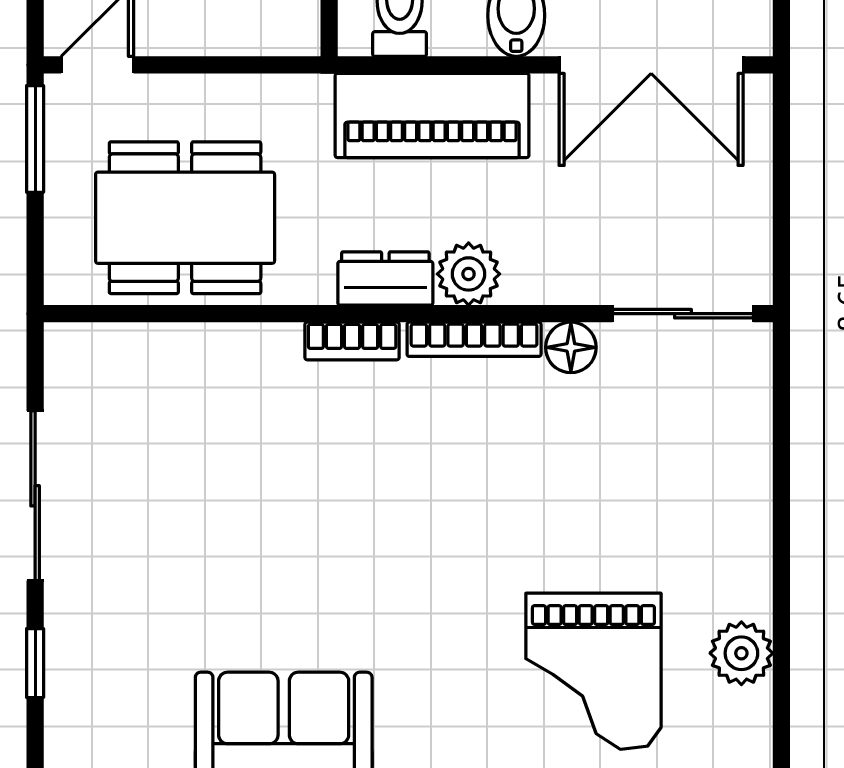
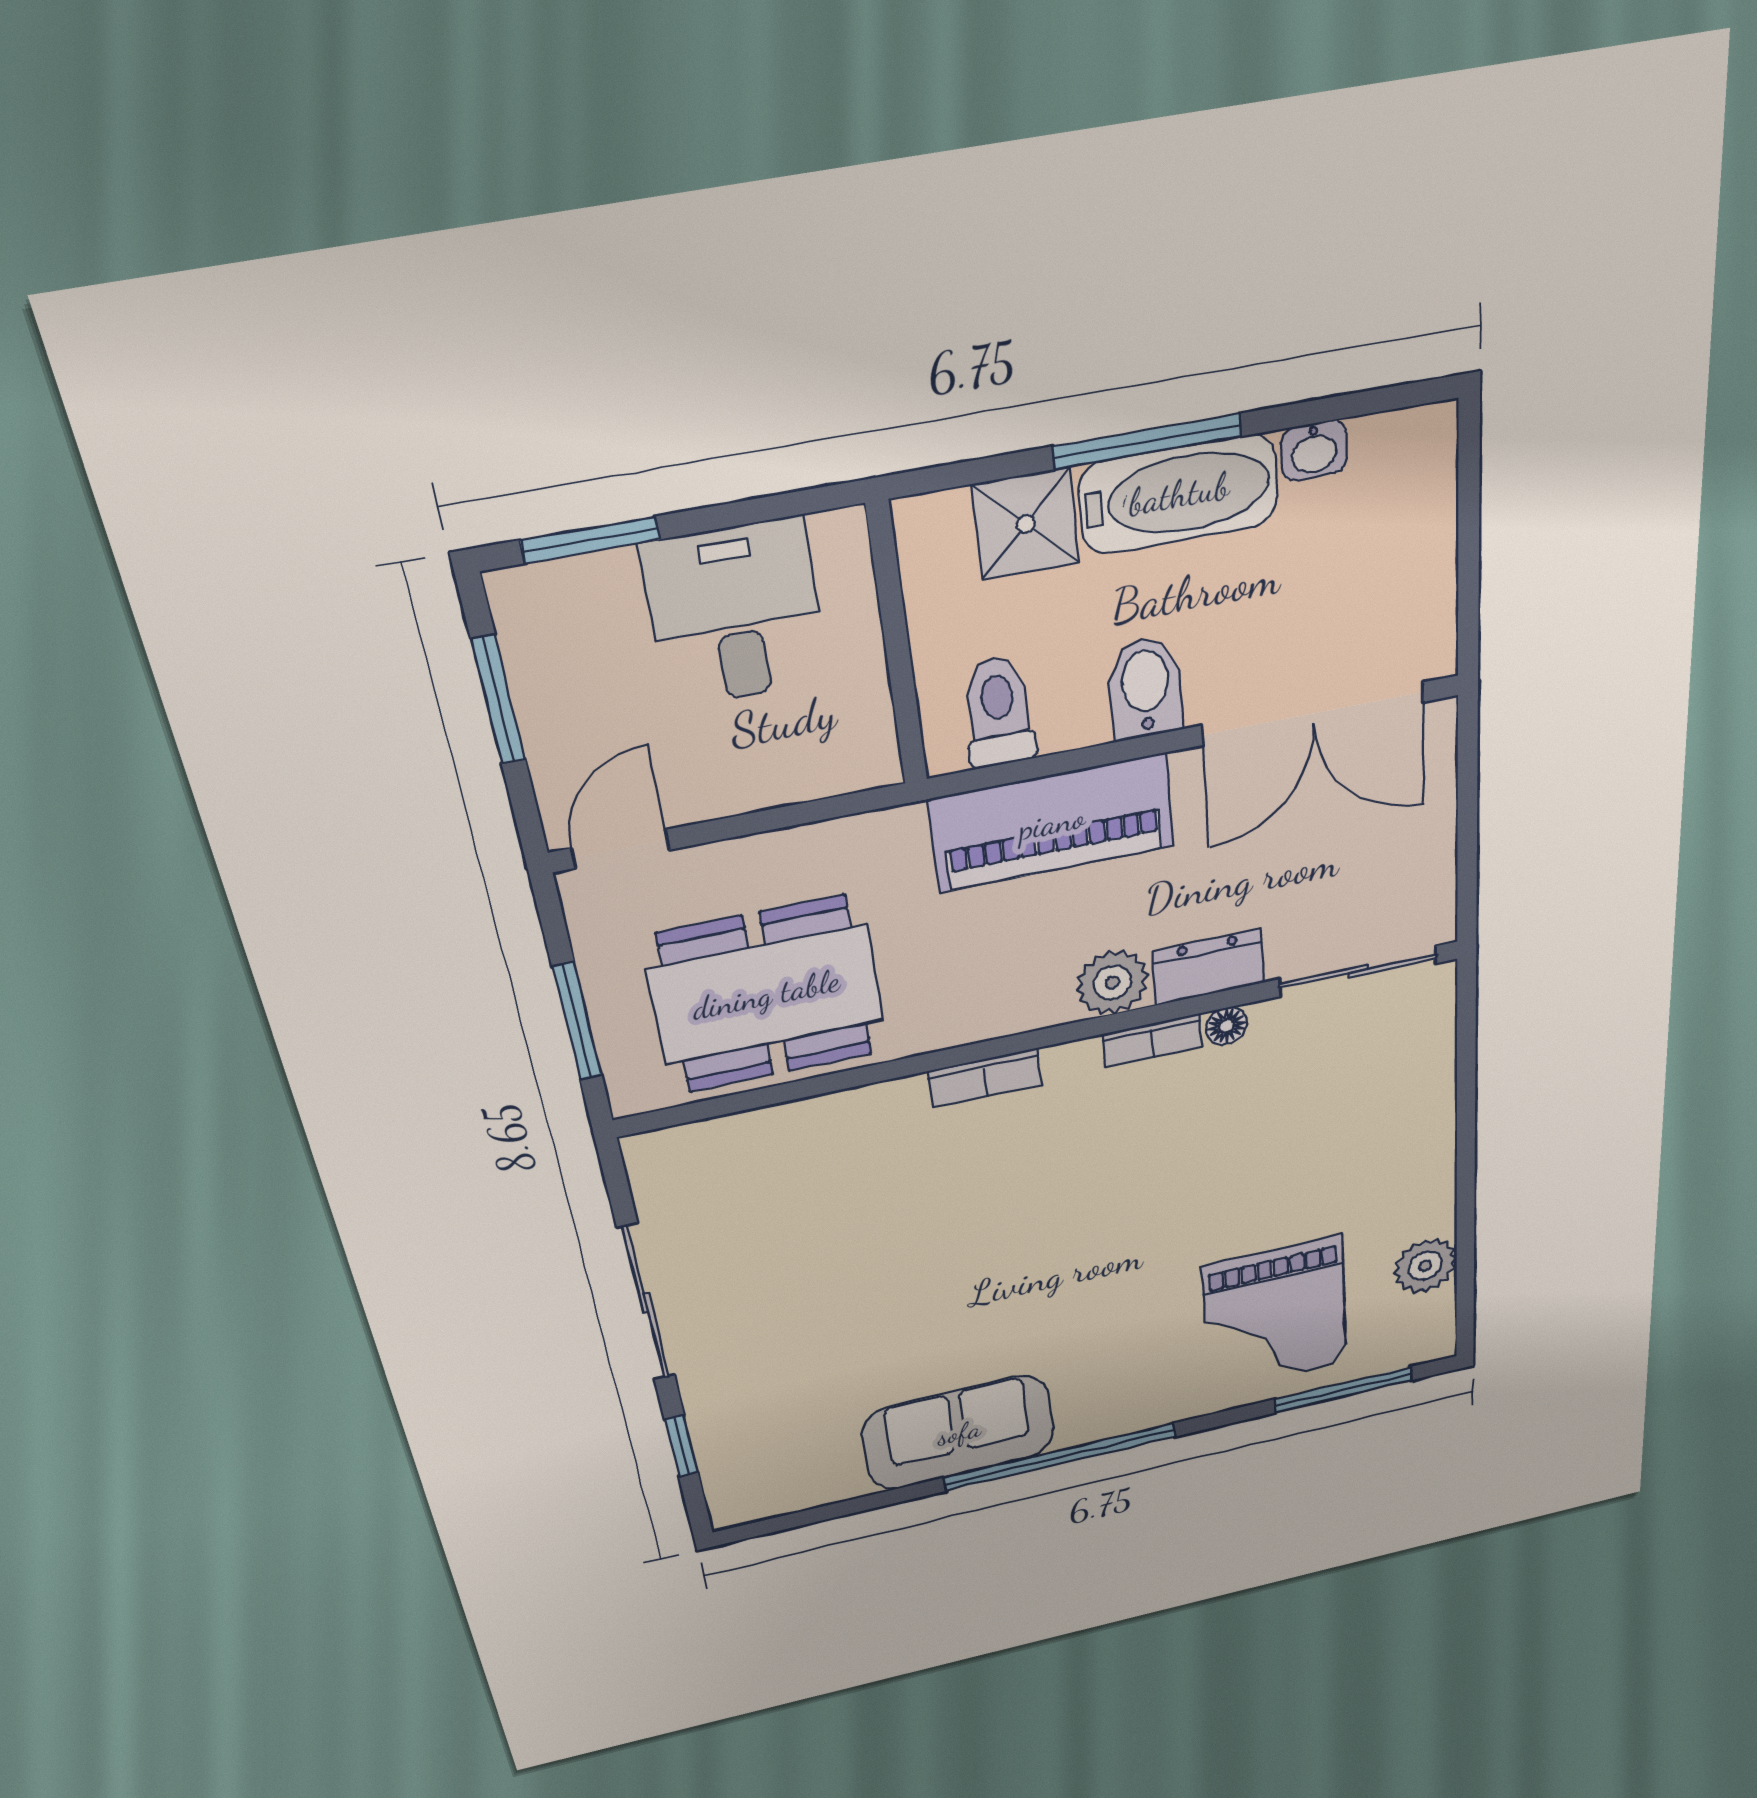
window: (35, 139) -> (577, 1021), moved
dresser: (385, 278) -> (1209, 967), moved
bookcase: (474, 339) -> (1152, 1041), width x0.64
floor lamp: (571, 347) -> (1226, 1026), width x0.73, depth x0.73

